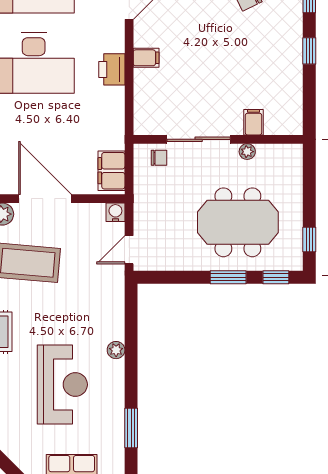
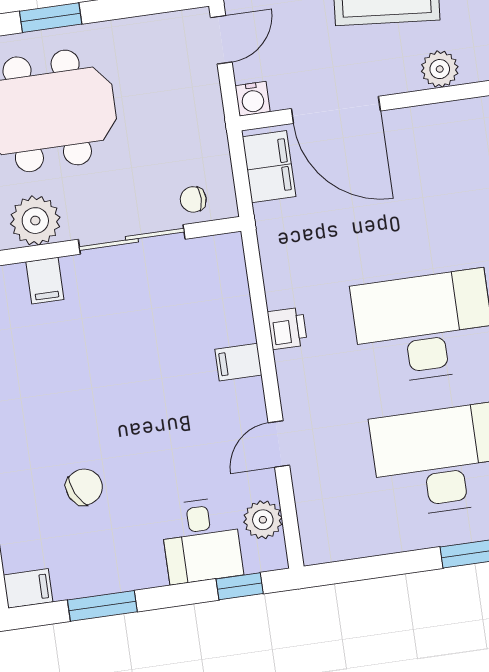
printer: (112, 69) -> (287, 328), width x0.73, depth x0.81
plant: (247, 152) -> (35, 221), width x1.88, depth x1.88
door: (45, 199) -> (336, 110), moved

